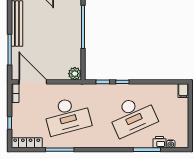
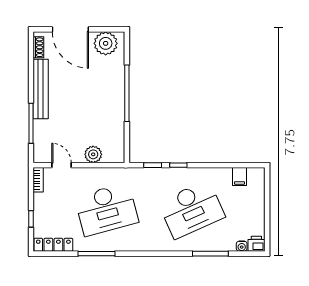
plant: (75, 74) -> (93, 154), moved
door: (33, 82) -> (62, 165), width x0.53
filing cabinet: (183, 91) -> (240, 177), moved
printer: (160, 142) -> (256, 244), moved

